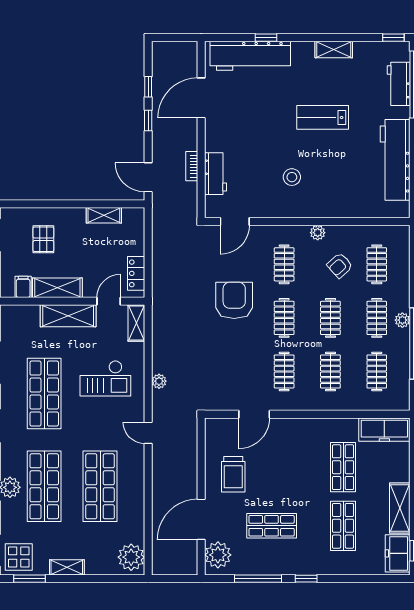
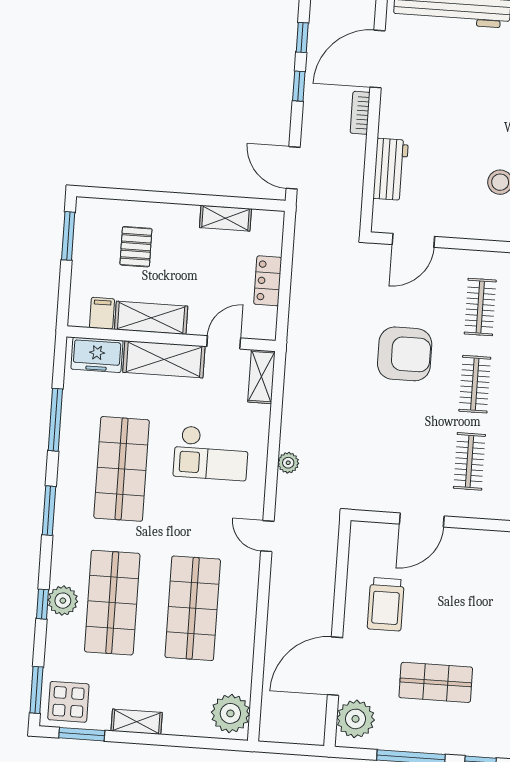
bookcase: (192, 166) -> (360, 113), moved
locker: (136, 273) -> (268, 281), moved
armchair: (234, 300) -> (405, 354), turned 90
freezer: (22, 316) -> (97, 355), added

